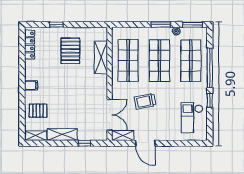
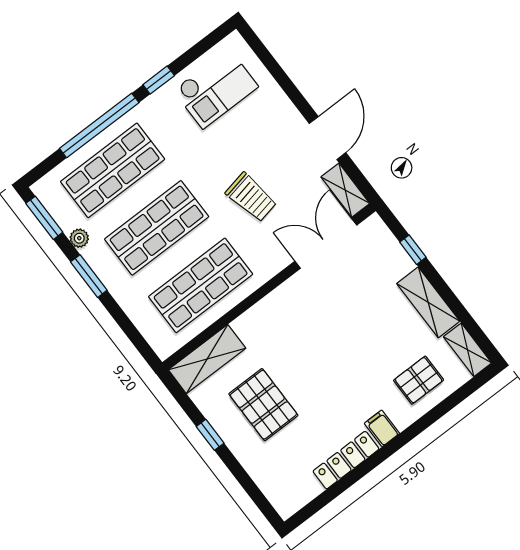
window: (56, 25) -> (210, 435), moved
locker: (30, 45) -> (346, 460), moved
pallet: (70, 51) -> (263, 405), turned 90
shelving: (101, 57) -> (207, 359), moved
pallet: (38, 111) -> (419, 380), turned 90

